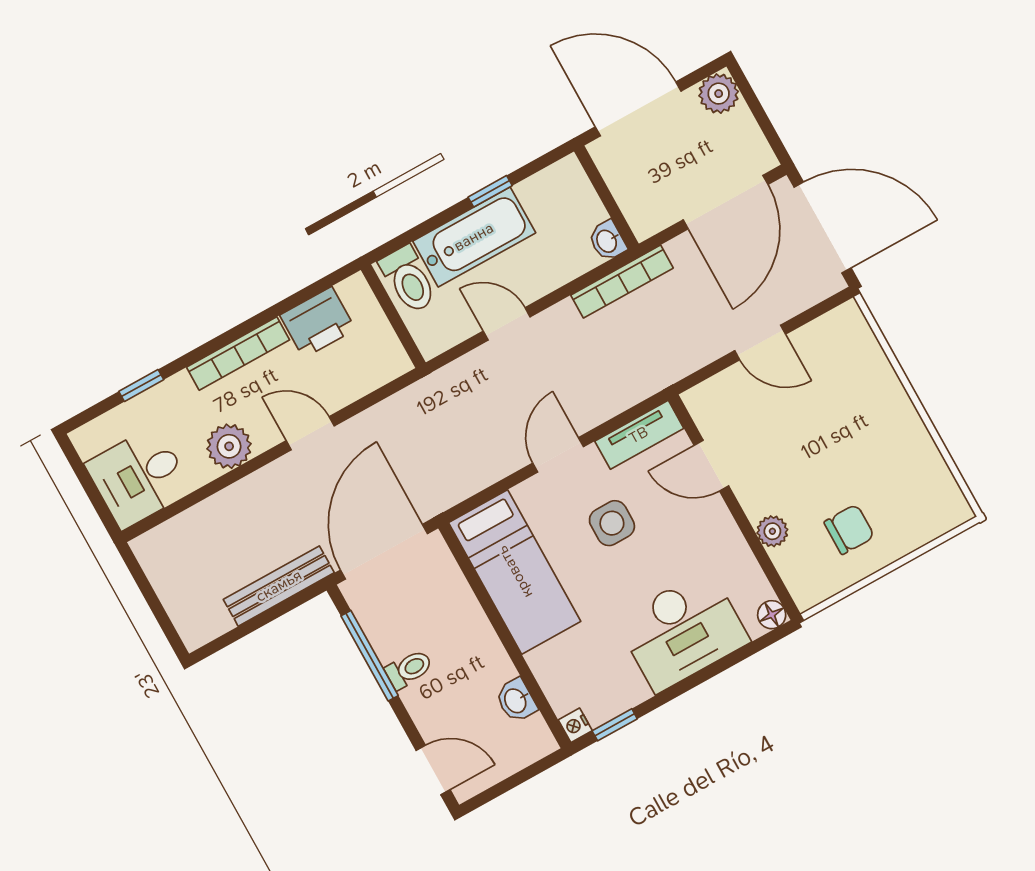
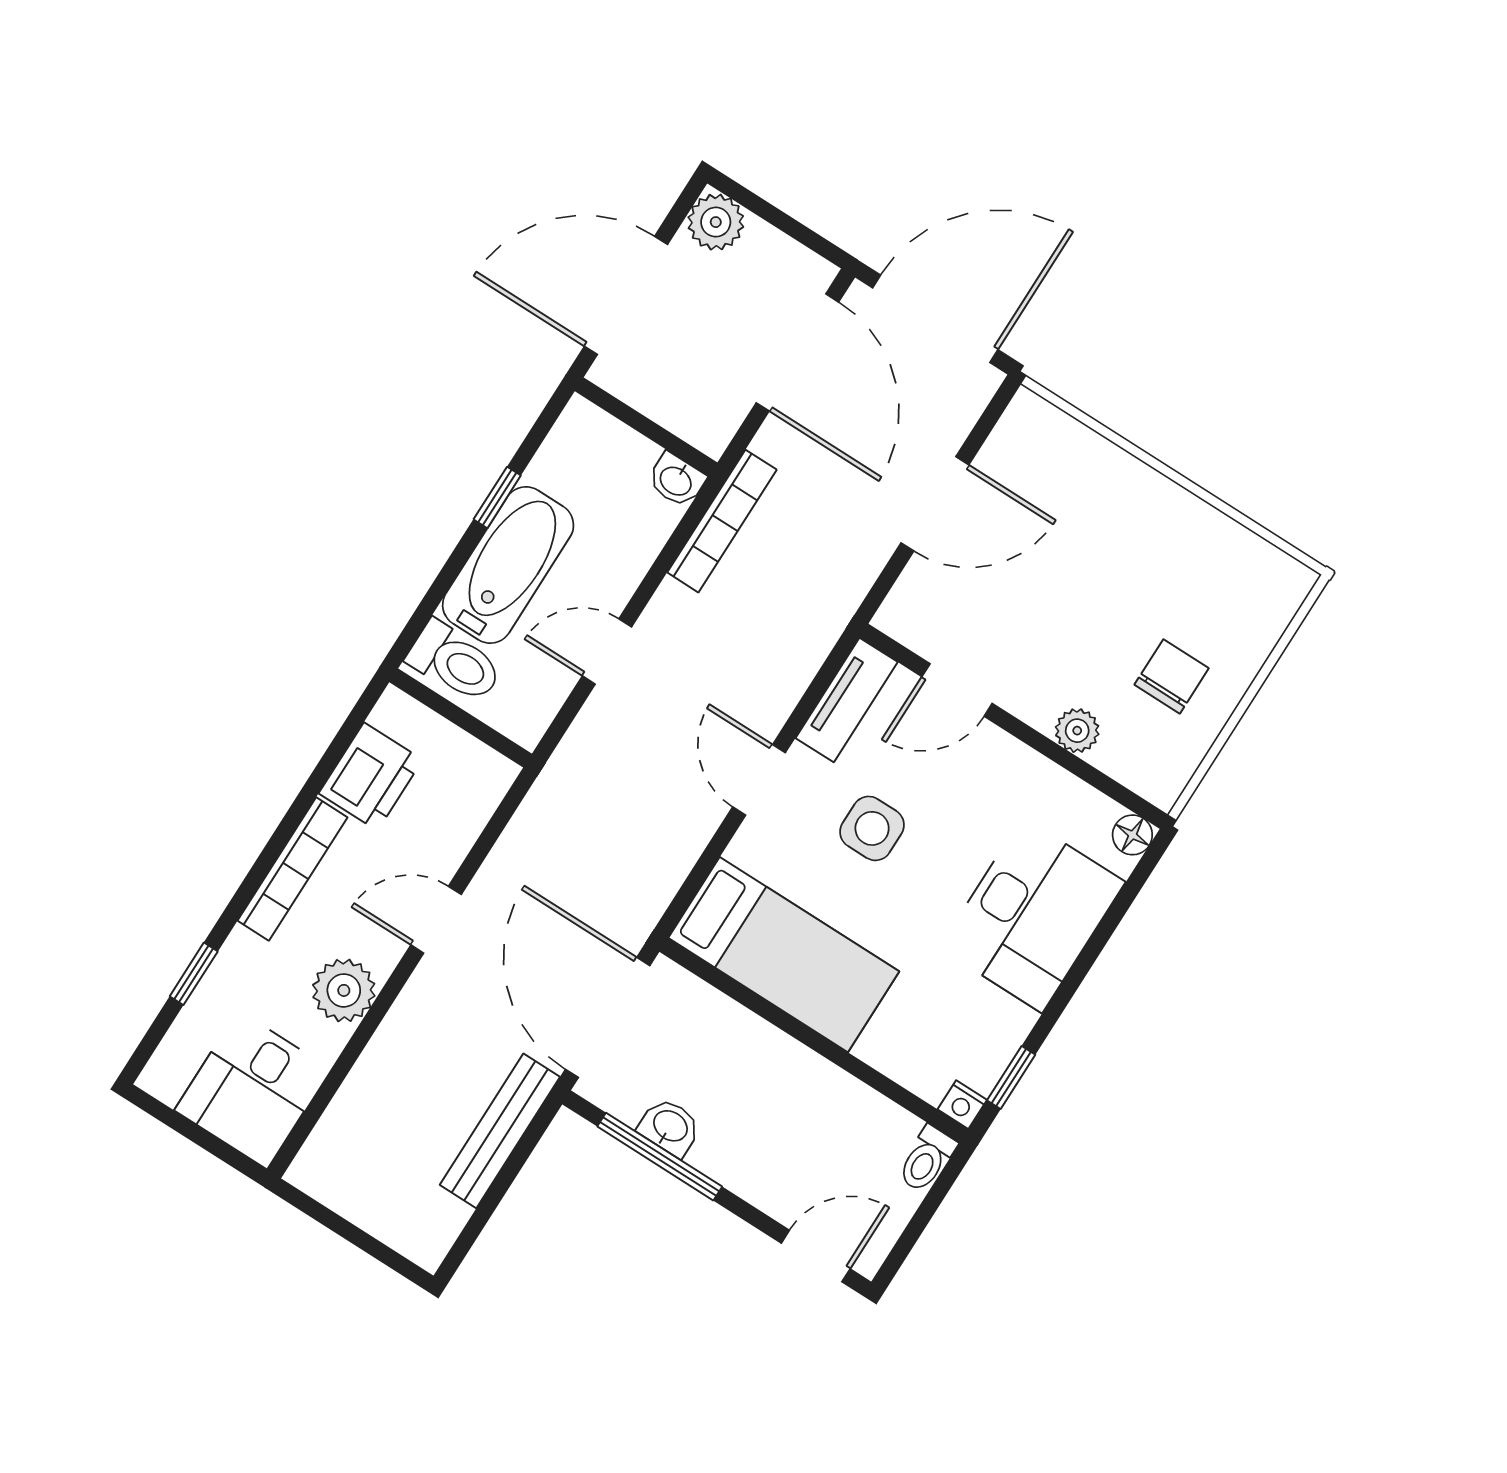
door: (760, 342) -> (935, 504), width x1.38
toilet: (409, 669) -> (927, 1159), moved, turned 180
washbasin: (516, 700) -> (670, 1127), moved, turned 180

